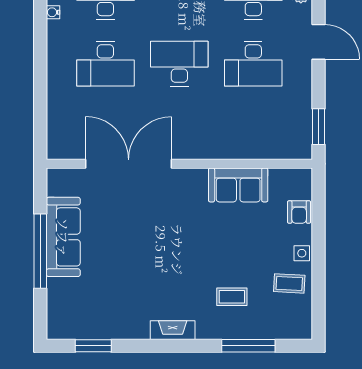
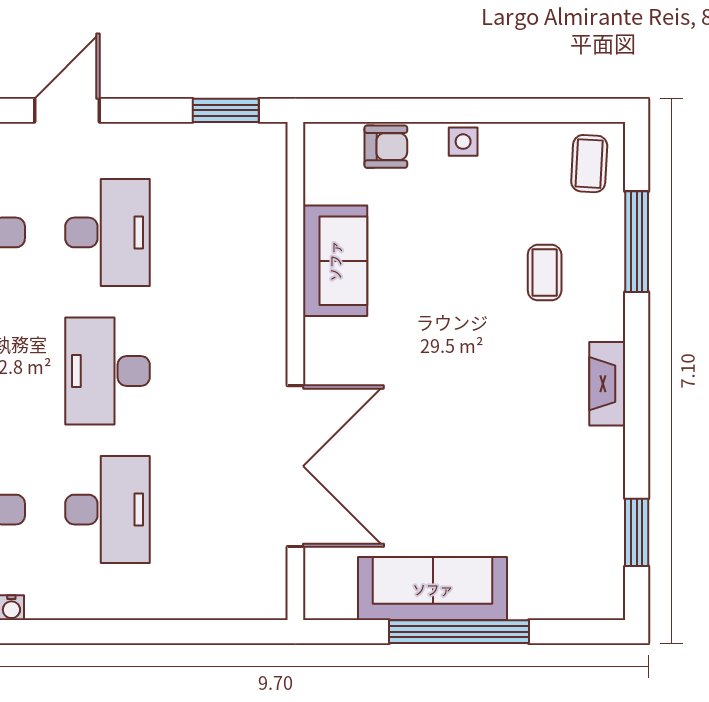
double door: (129, 164) -> (295, 466), swing flipped
coffee table: (289, 283) -> (589, 164), moved

